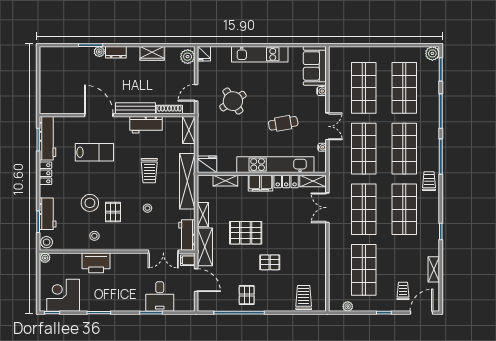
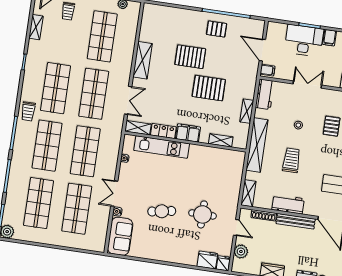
kitchen unit: (260, 54) -> (171, 255), removed
plant: (188, 57) -> (241, 251), moved
door: (196, 93) -> (236, 227), hinge flipped
round table: (233, 101) -> (203, 214), turned 33
cafe table: (283, 123) -> (162, 211), moved
double door: (327, 126) -> (114, 194), moved
fridge: (207, 164) -> (207, 260), moved, turned 180
kitchen unit: (275, 165) -> (162, 147), width x0.73
shelving: (205, 247) -> (143, 60), moved
double door: (163, 252) -> (307, 84), moved
pallet: (270, 262) -> (190, 57), width x1.50, depth x1.42
pallet: (247, 295) -> (217, 29), turned 90
desk: (160, 296) -> (304, 40), width x1.37
trolley: (304, 298) -> (163, 19), removed
filing cabinet: (128, 303) -> (330, 38), added

